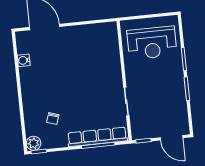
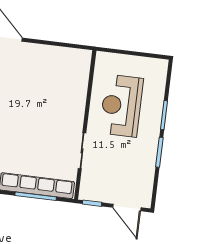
reception desk: (152, 43) -> (121, 106), moved, turned 90

